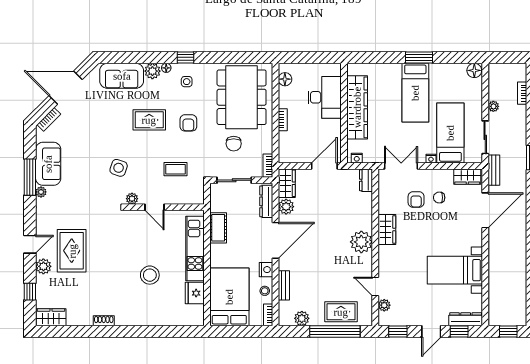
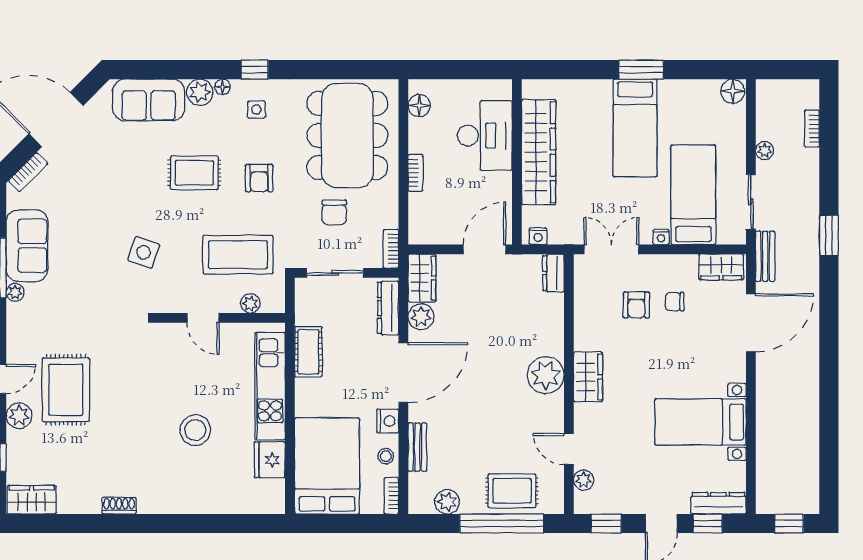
coffee table: (176, 169) -> (238, 255), width x1.86, depth x1.72
plant: (132, 199) -> (250, 303), moved
wardrobe: (387, 230) -> (588, 377), moved

